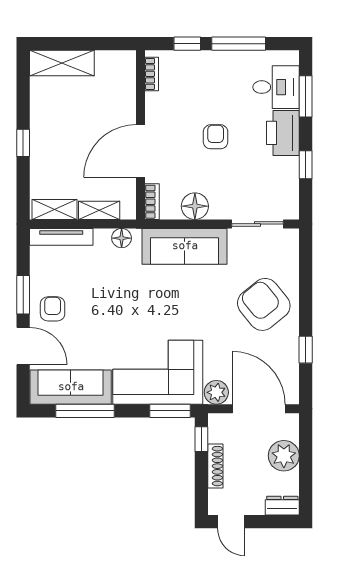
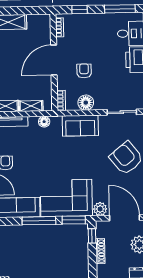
window: (239, 44) -> (120, 9), moved
armchair: (216, 137) -> (84, 71), moved
door: (141, 151) -> (54, 60), moved
sofa: (185, 246) -> (80, 126), width x0.73
window: (85, 411) -> (39, 221), moved

